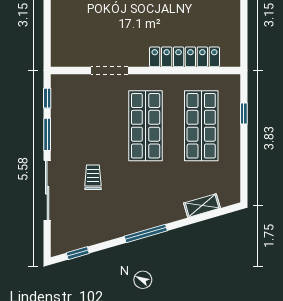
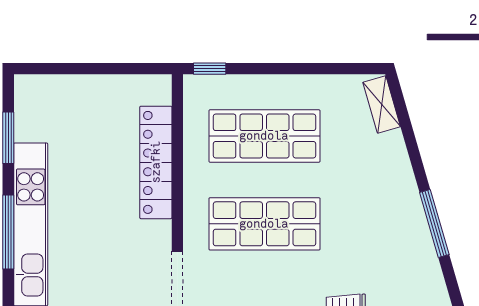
window: (244, 113) -> (210, 69), moved
shelving: (202, 206) -> (382, 104), moved

